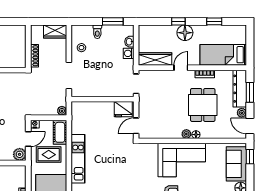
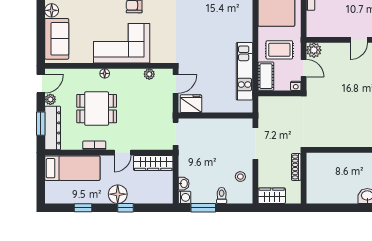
washing machine: (129, 53) -> (185, 197), moved
dining table: (203, 105) -> (97, 109), turned 90
plant: (62, 111) -> (264, 102), removed
door: (250, 126) -> (41, 84), hinge flipped
plant: (186, 134) -> (149, 74), moved
door: (28, 139) -> (304, 68), swing flipped
window: (250, 157) -> (41, 47), removed
kitchen unit: (78, 159) -> (244, 71), moved

